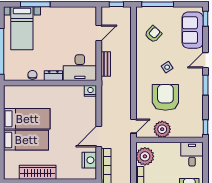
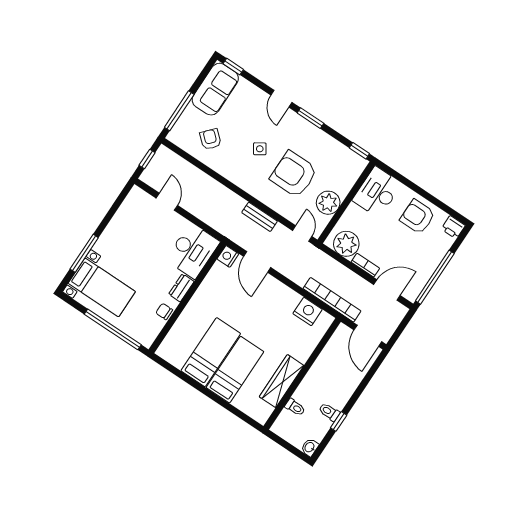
sofa: (193, 30) -> (215, 89), moved, turned -90
bench: (106, 64) -> (260, 217), moved
door: (99, 136) -> (257, 262), moved
desk: (192, 154) -> (377, 192), width x1.37

